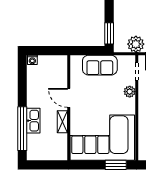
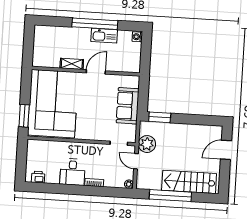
plant: (130, 92) -> (99, 135), removed
kitchen sink: (33, 121) -> (104, 36), moved
window: (22, 129) -> (95, 24), moved

